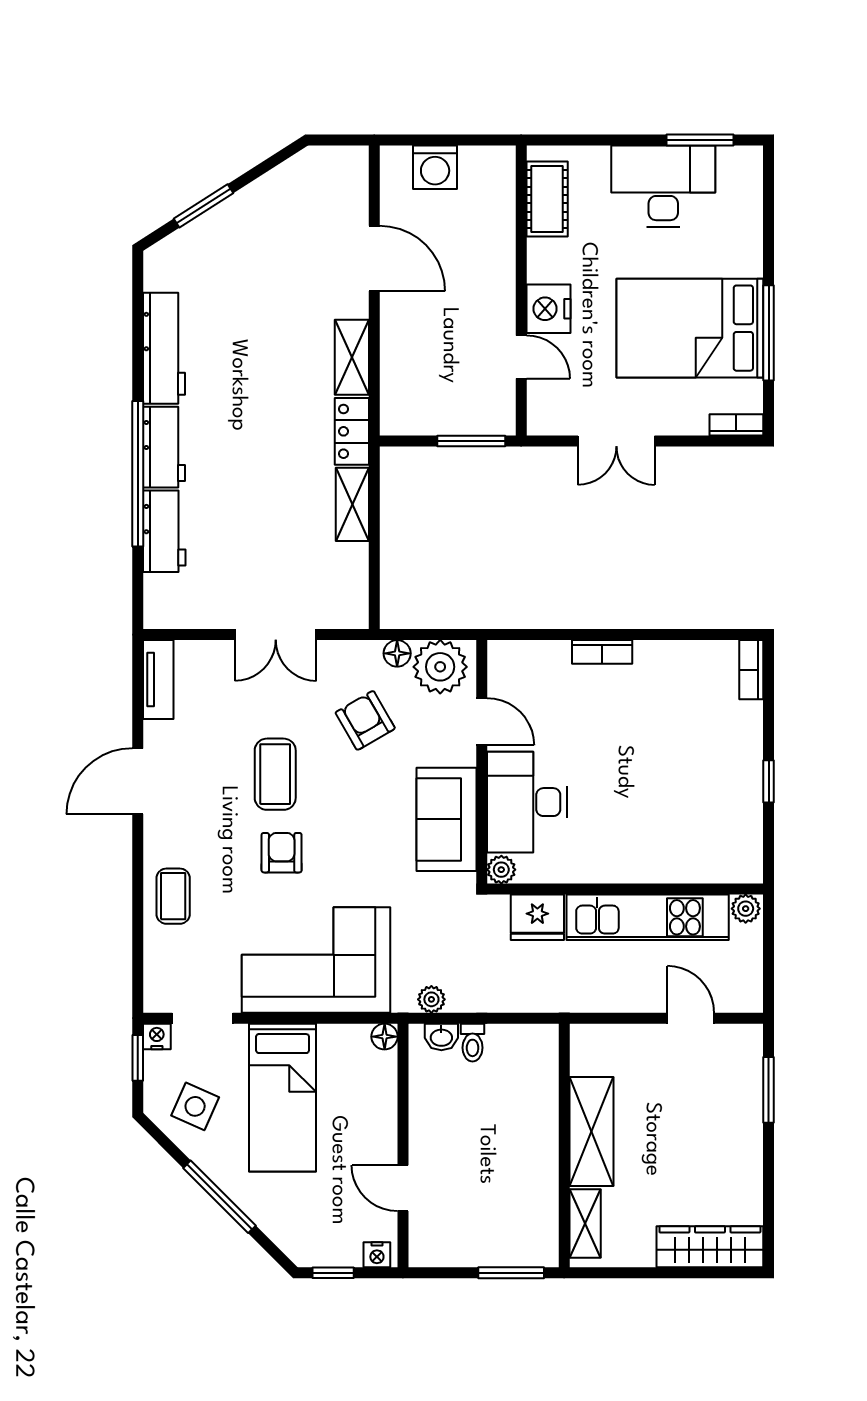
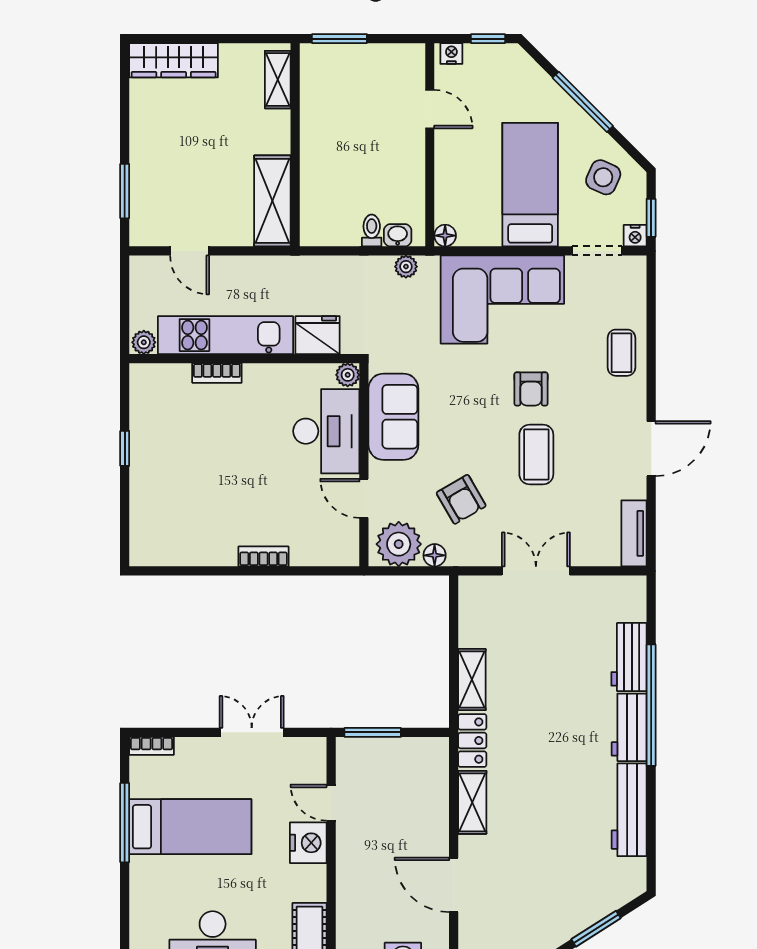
bed: (690, 328) -> (190, 827), width x0.67
bookcase: (751, 670) -> (217, 373), moved, turned 90
shelving: (591, 1132) -> (272, 201), moved

